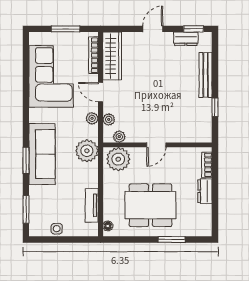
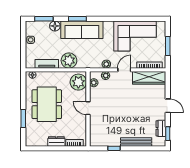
plant: (87, 151) -> (69, 61), moved
floor lamp: (37, 193) -> (55, 26), added

